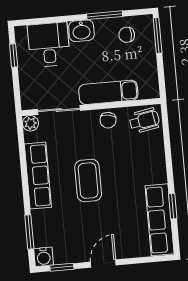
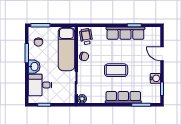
exam couch: (108, 92) -> (66, 49), width x1.36, depth x1.45
row of seats: (38, 176) -> (123, 97), moved
row of seats: (160, 220) -> (125, 33), moved
water cooler: (44, 257) -> (155, 78), moved
door: (103, 264) -> (162, 54), moved

